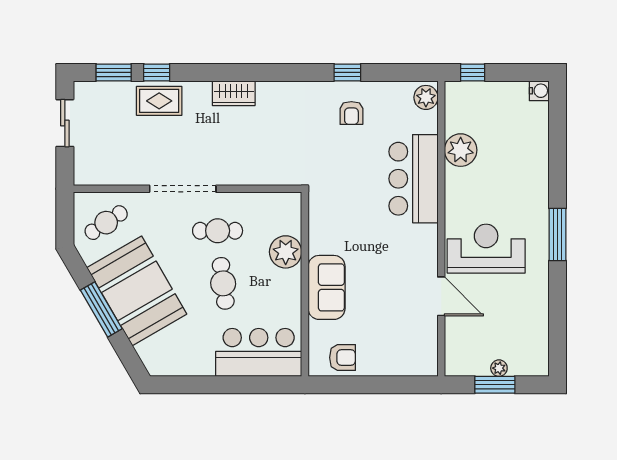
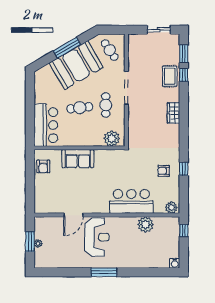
plant: (286, 252) -> (112, 138), moved

